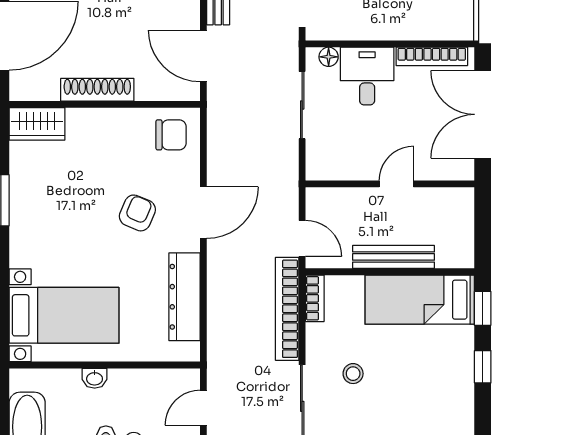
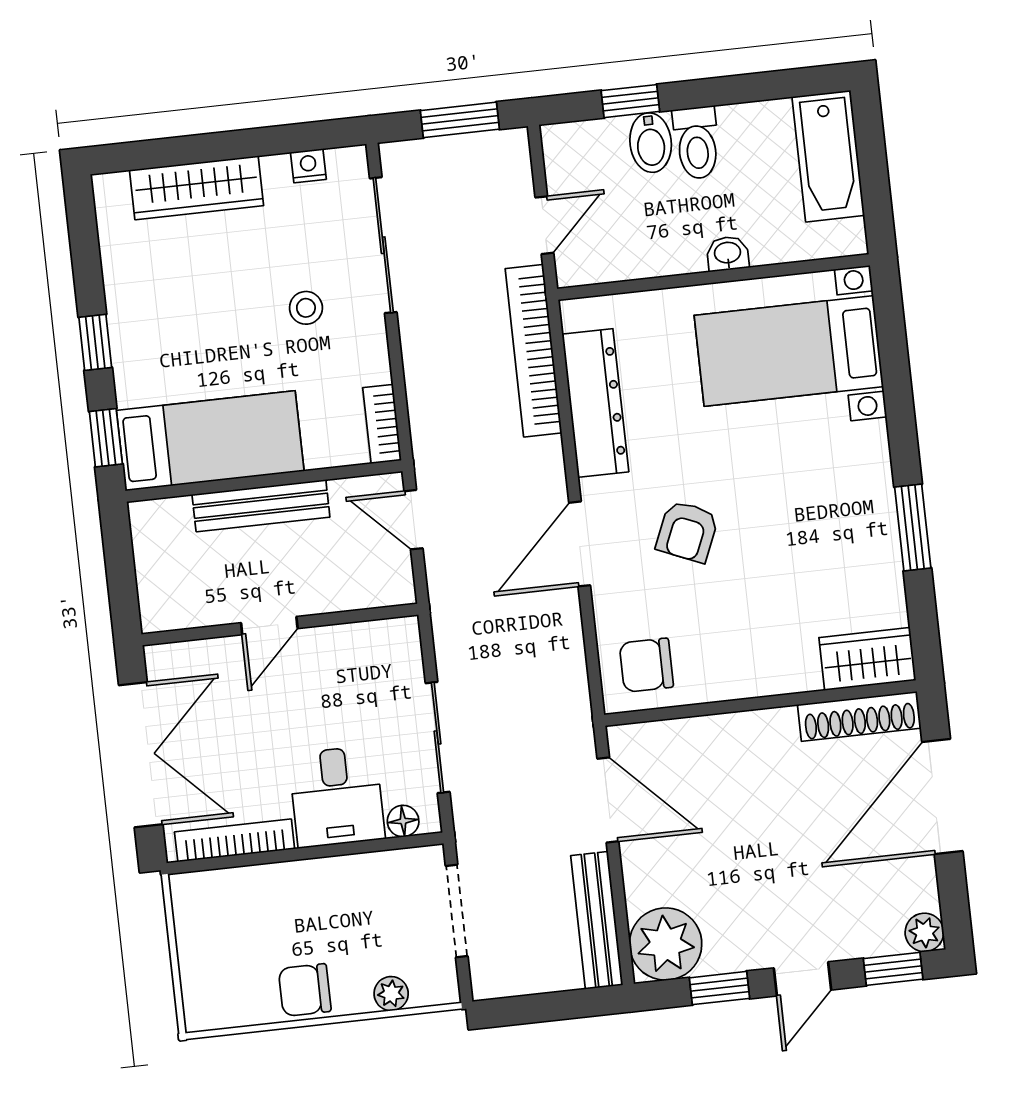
shoe rack: (97, 90) -> (859, 716), moved
bookcase: (287, 309) -> (533, 351), moved, turned 180

